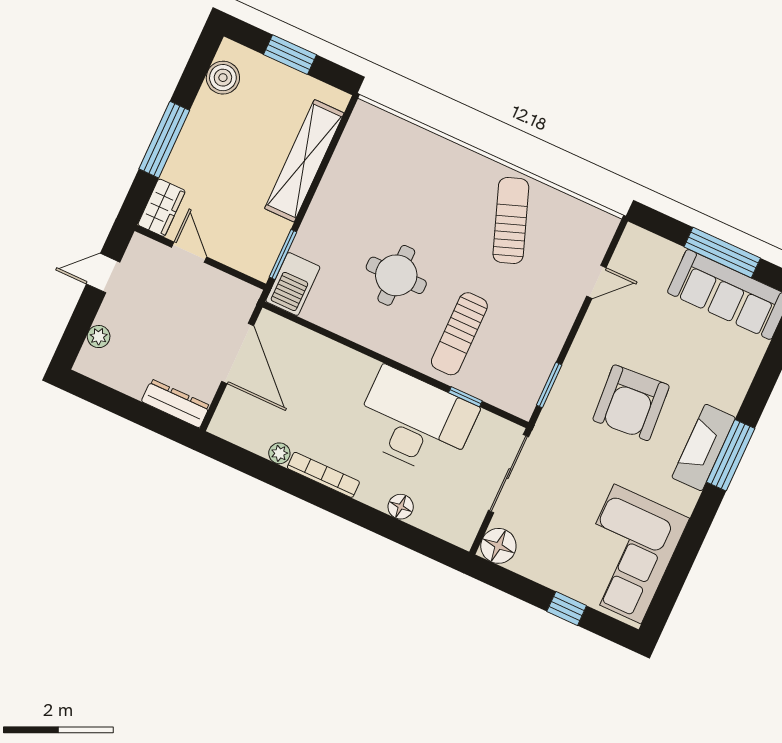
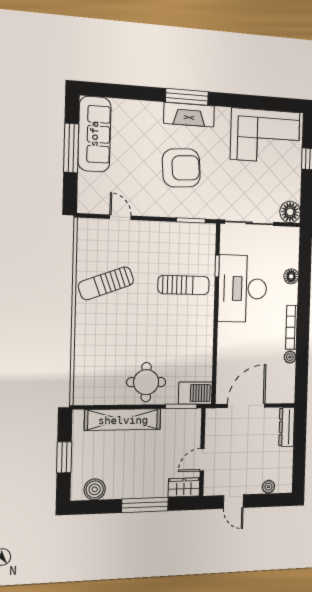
round table: (396, 275) -> (146, 382), moved

